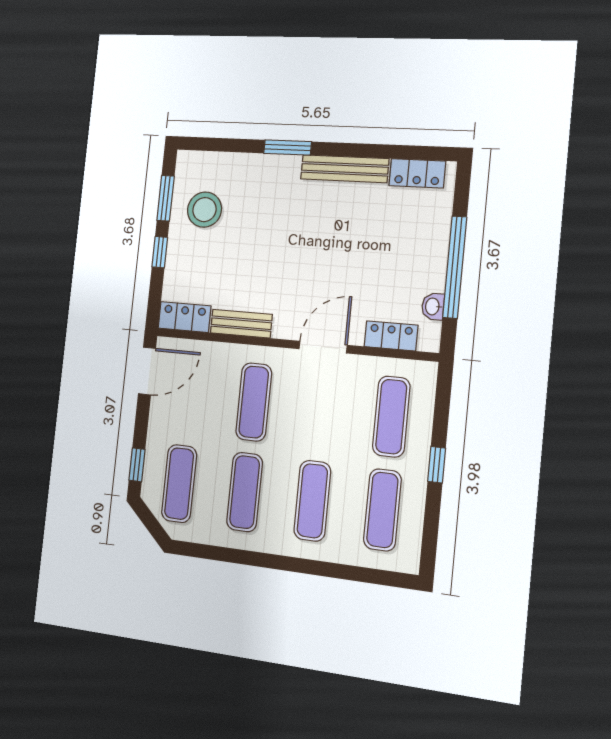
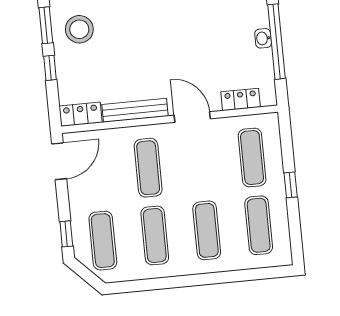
washbasin: (433, 306) -> (263, 38), moved
bench: (241, 324) -> (135, 110), width x1.36
door: (323, 347) -> (192, 117), hinge flipped

